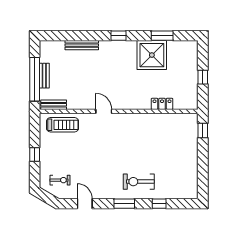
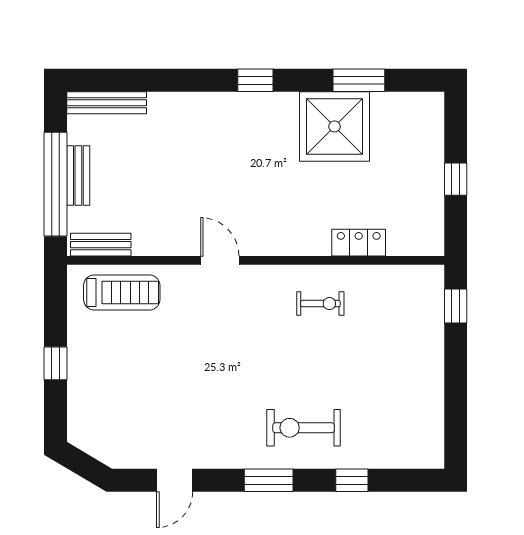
bench: (82, 45) -> (107, 103), moved
exercise bike: (60, 180) -> (320, 304), moved
door: (85, 204) -> (175, 480), swing flipped

